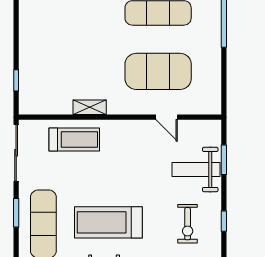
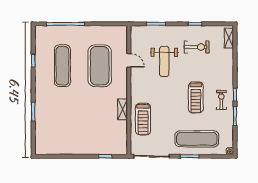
door: (167, 117) -> (129, 60), hinge flipped
treadmill: (74, 139) -> (143, 119), turned 180
weight bench: (196, 169) -> (164, 61), moved
treadmill: (108, 222) -> (196, 97), width x0.73, depth x0.73

